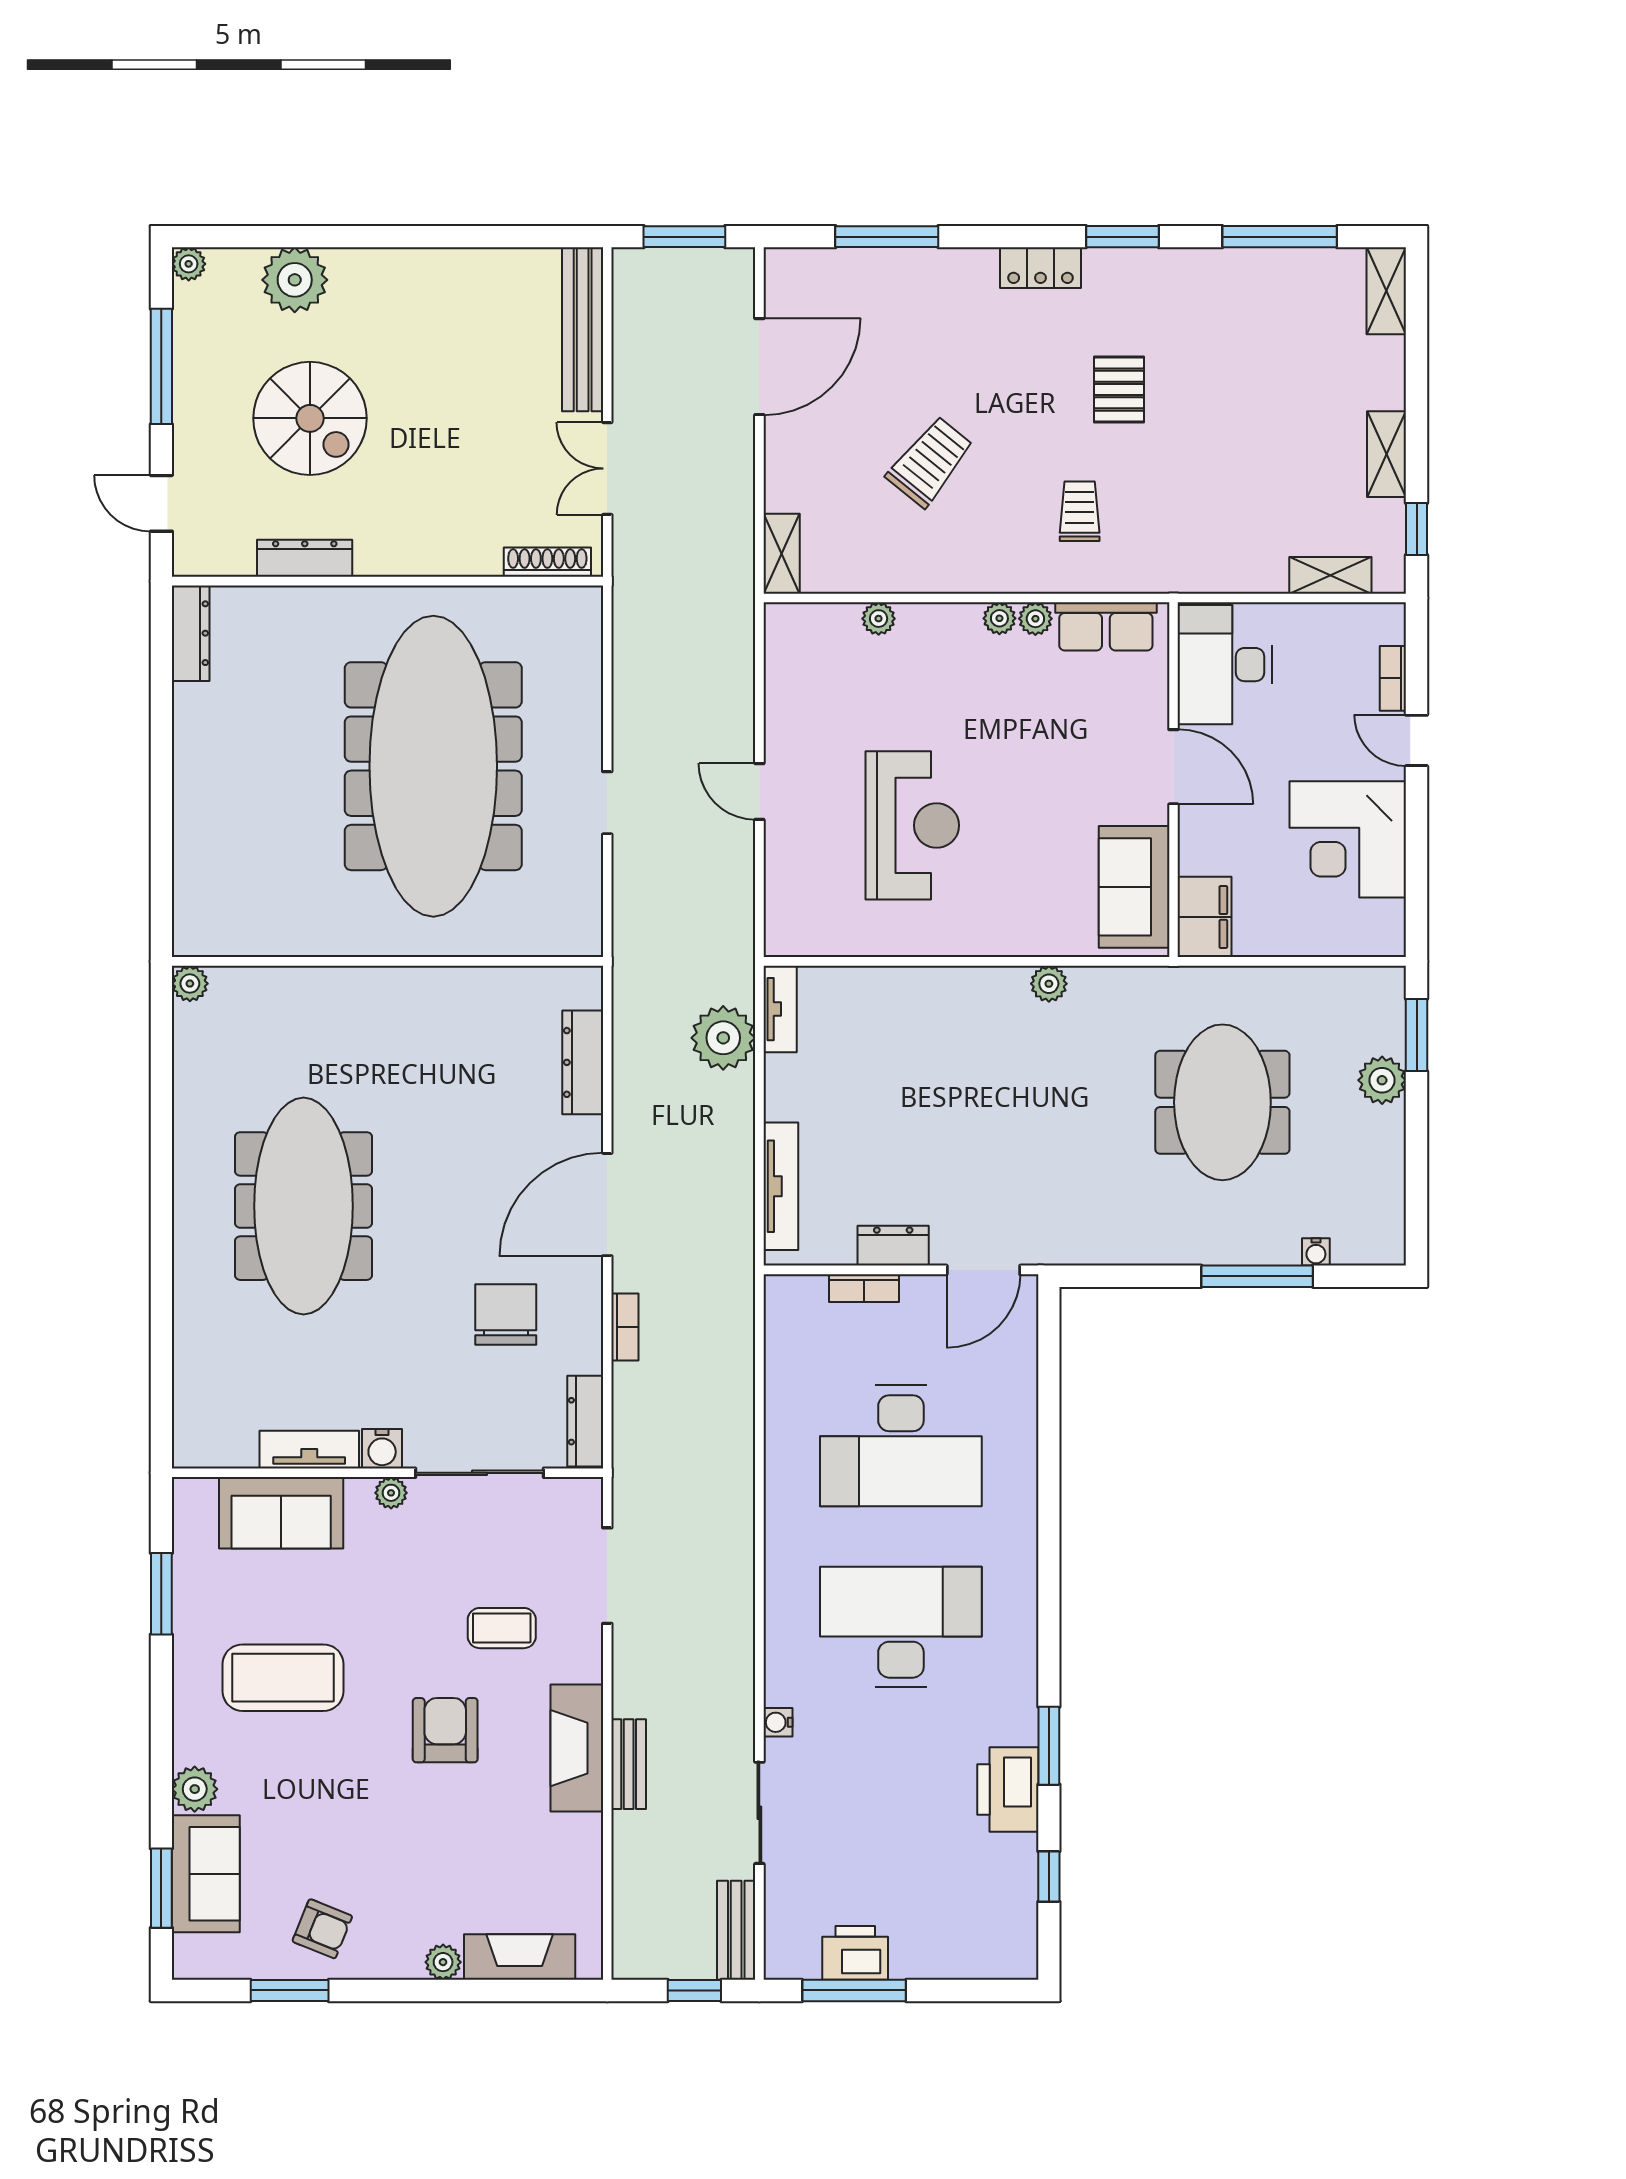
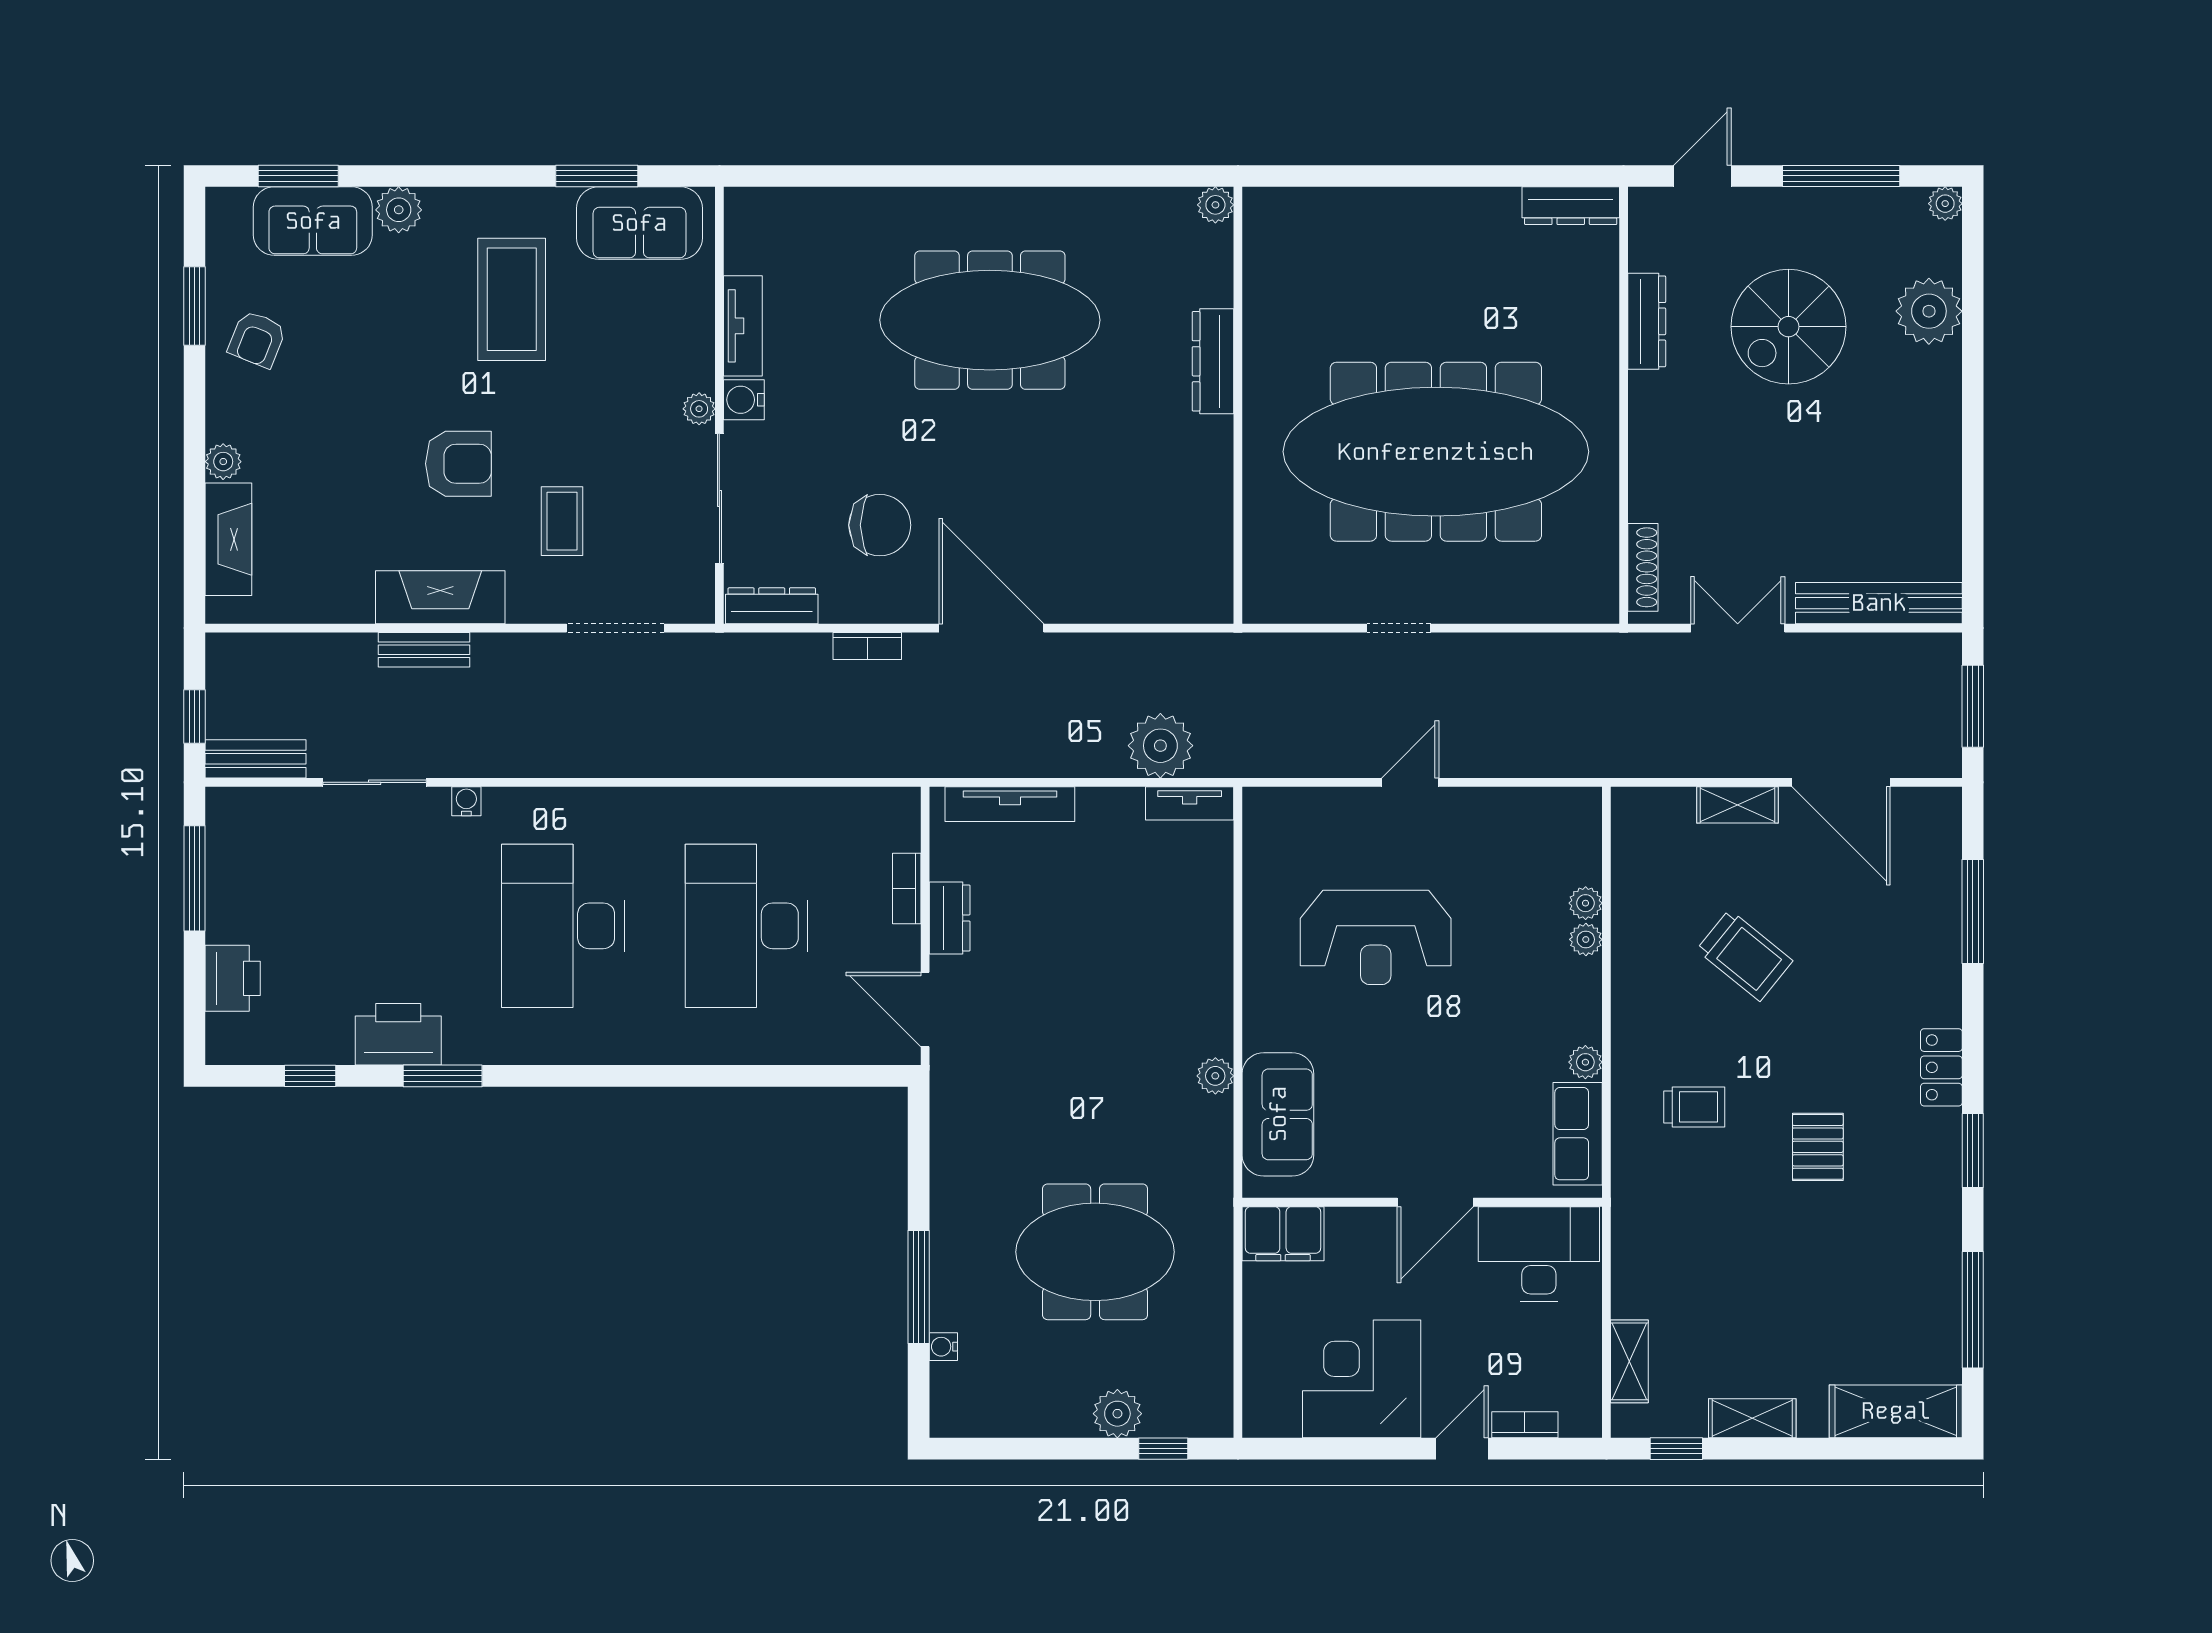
shelving: (1386, 291) -> (1896, 1411), width x1.50, depth x1.33
pallet: (1119, 390) -> (1818, 1147), turned 90
shelving: (782, 554) -> (1737, 805), moved
plant: (999, 618) -> (1586, 939), moved
sofa: (1134, 887) -> (1278, 1114), moved, turned 90
window: (1417, 1035) -> (1163, 1449), width x0.67
dresser: (583, 1062) -> (1213, 361), moved, turned -90
sofa: (281, 1513) -> (639, 223), moved, turned -90
desk: (901, 1627) -> (563, 926), turned 180
printer: (855, 1953) -> (233, 978), moved

